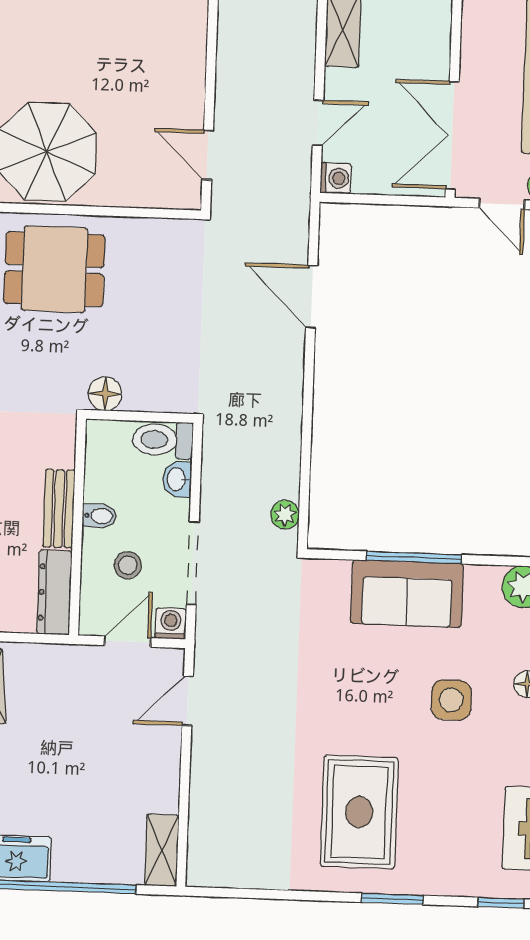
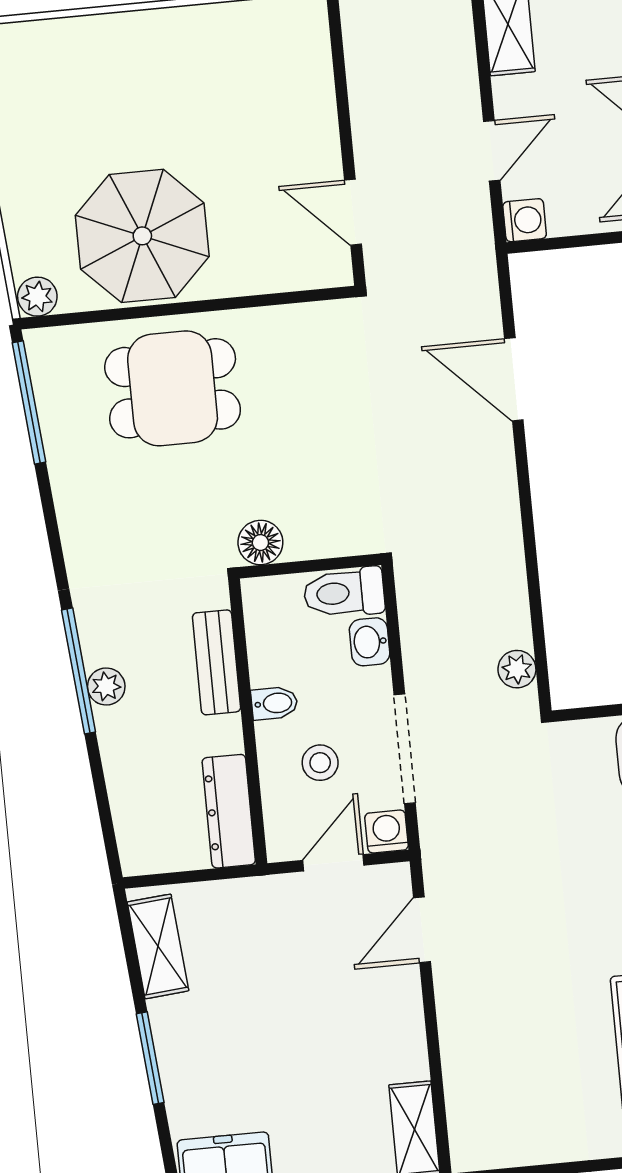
bench: (59, 509) -> (217, 662), moved

